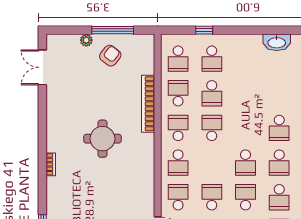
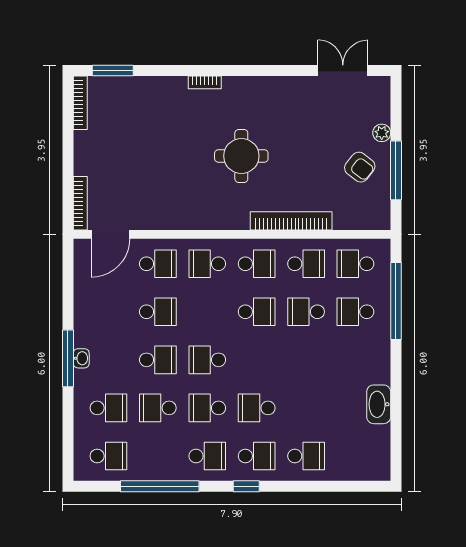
window: (204, 30) -> (396, 301), width x3.17

